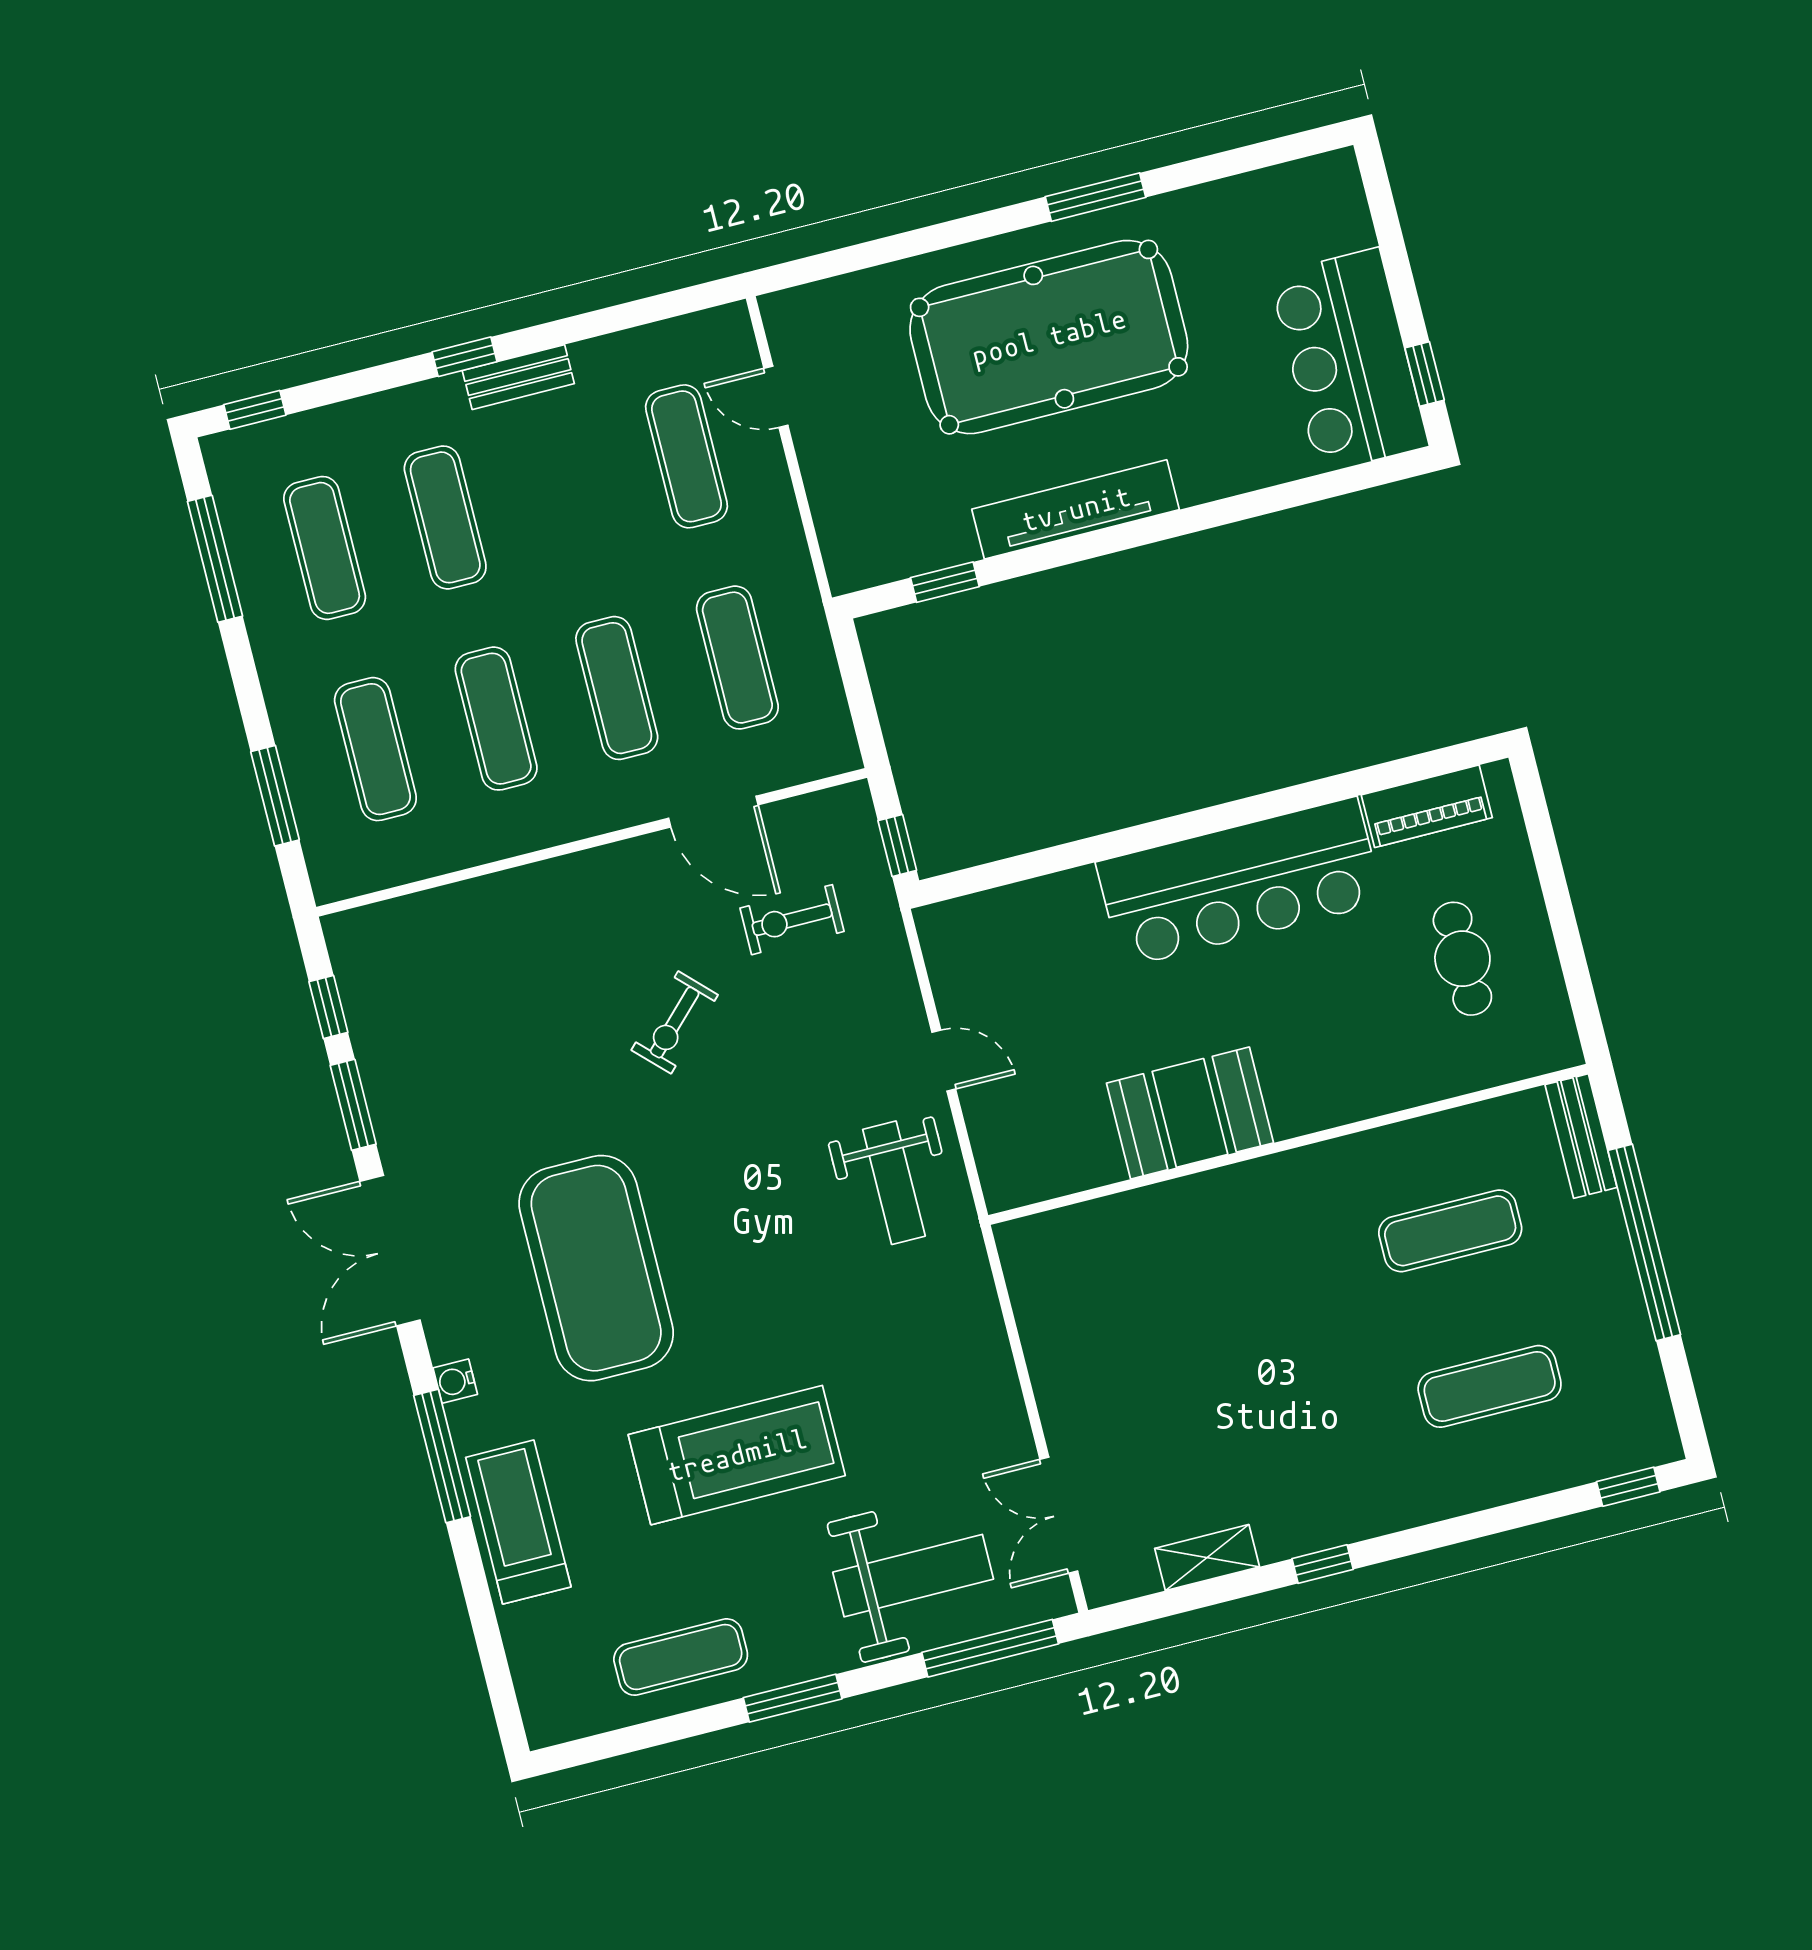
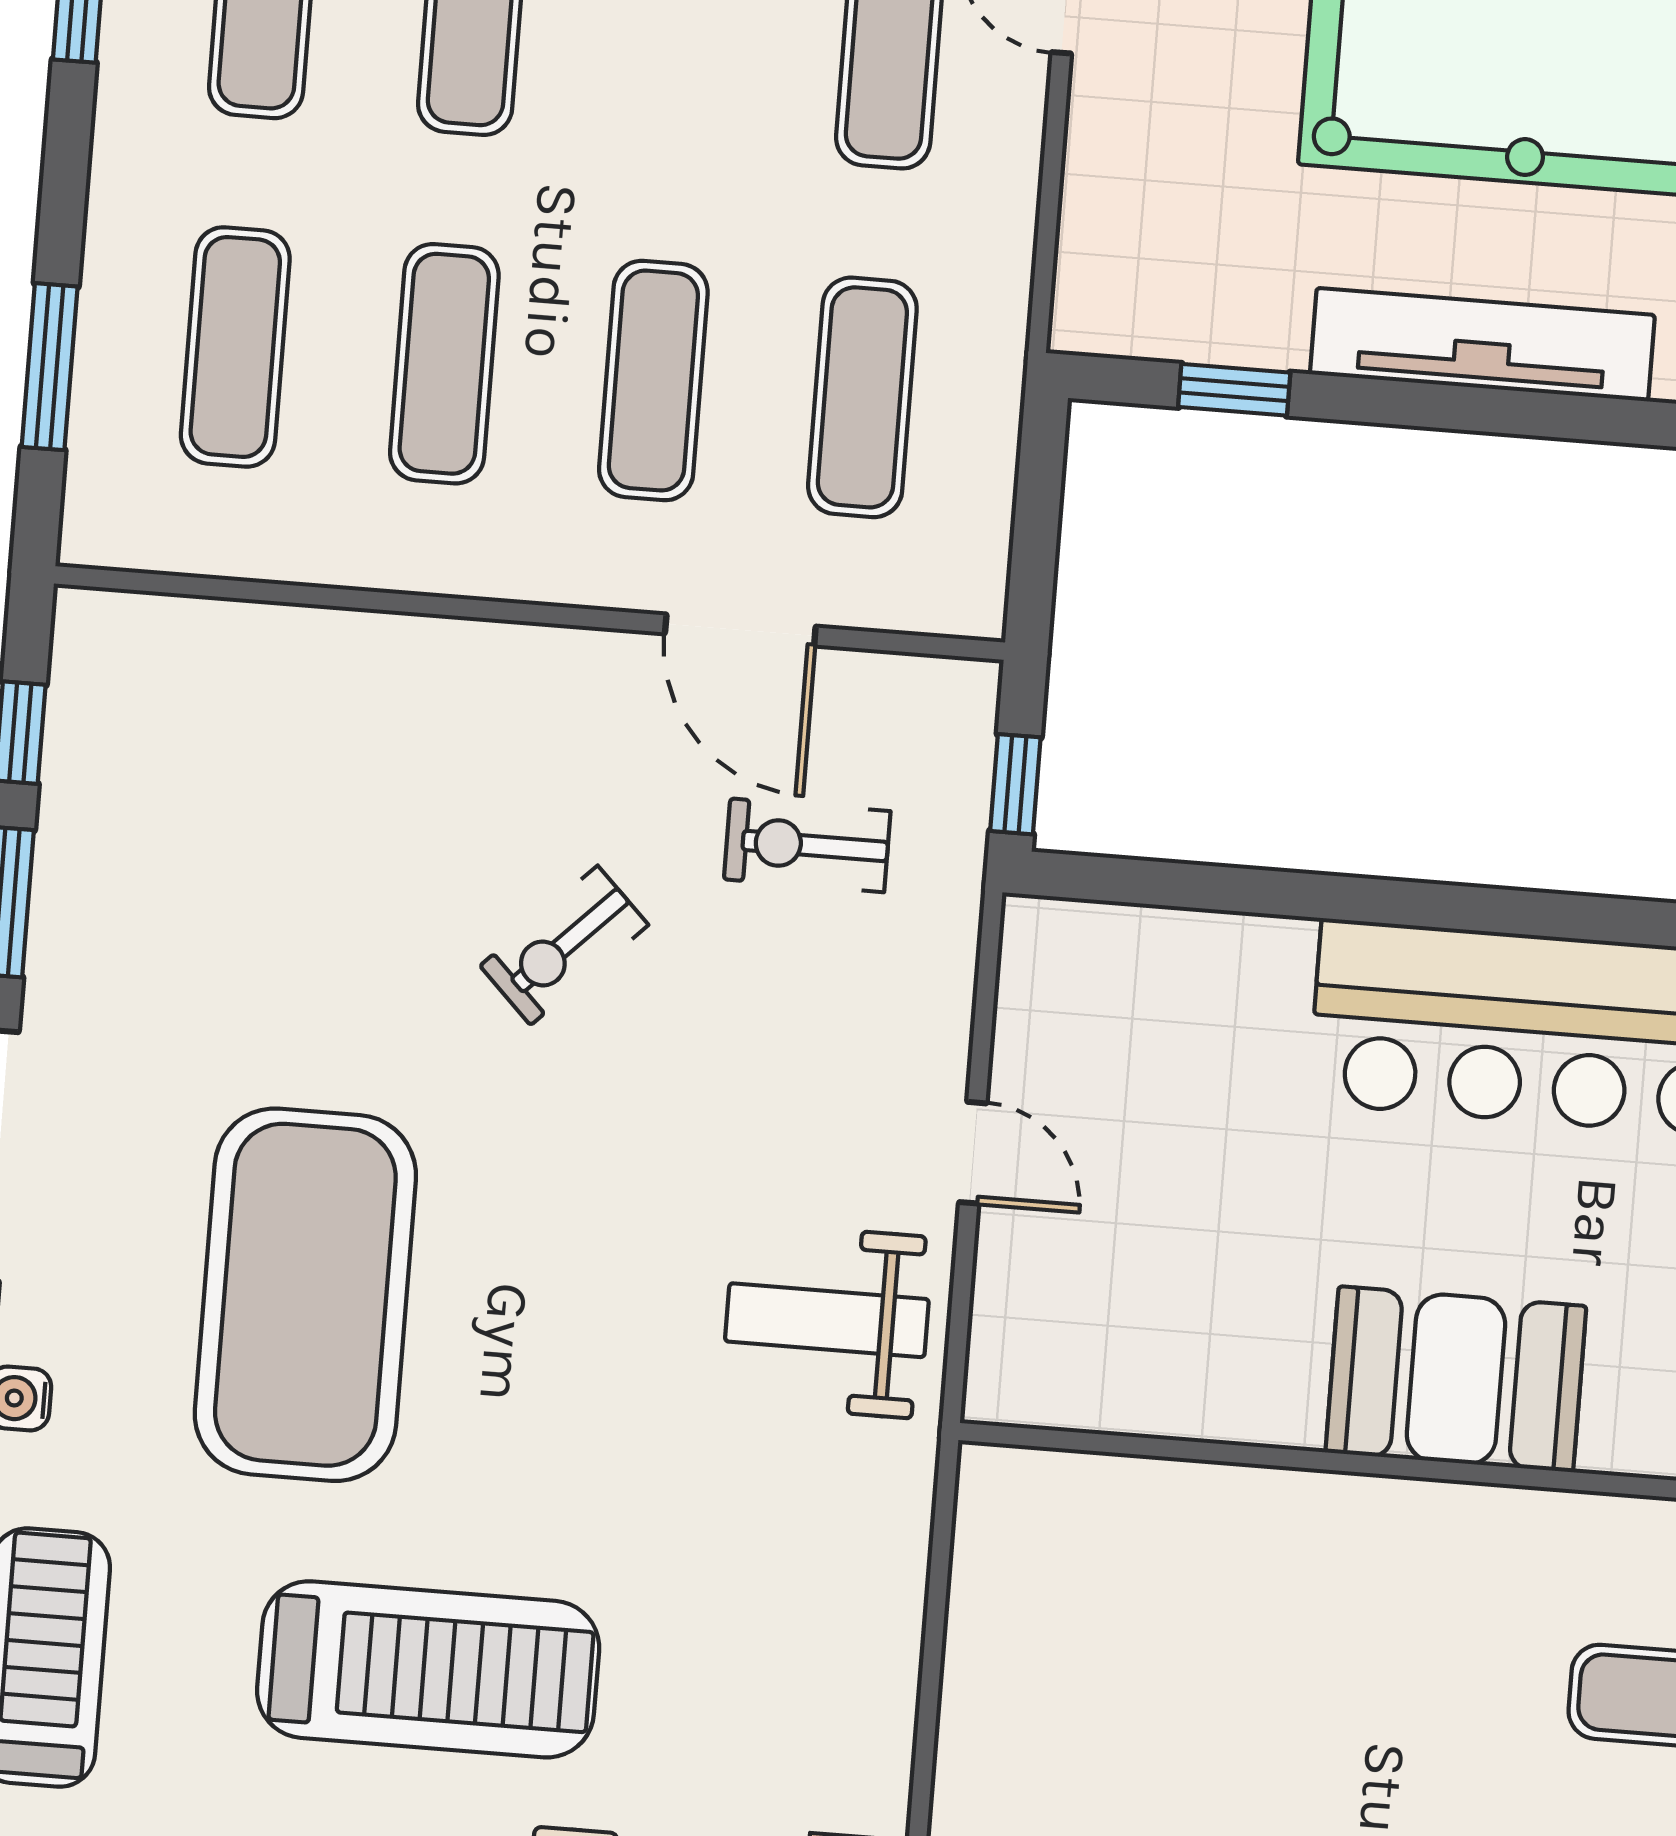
booth: (1190, 1113) -> (1456, 1379), moved
weight bench: (894, 1183) -> (827, 1320), turned 90

